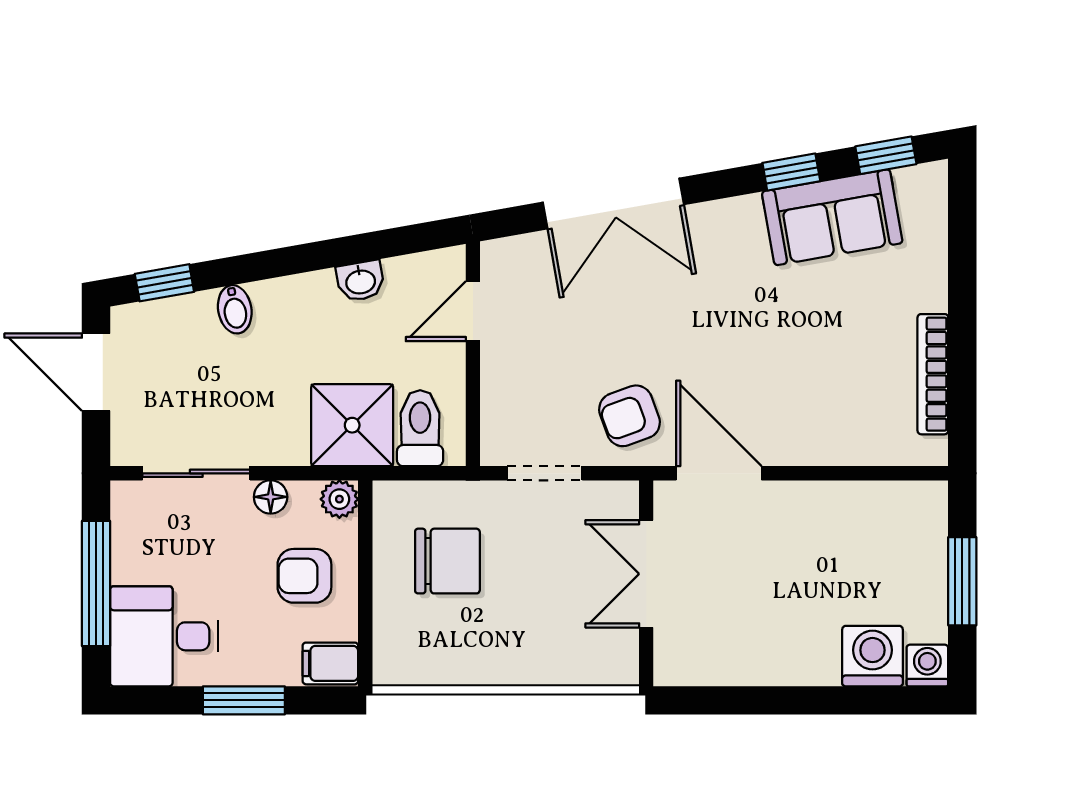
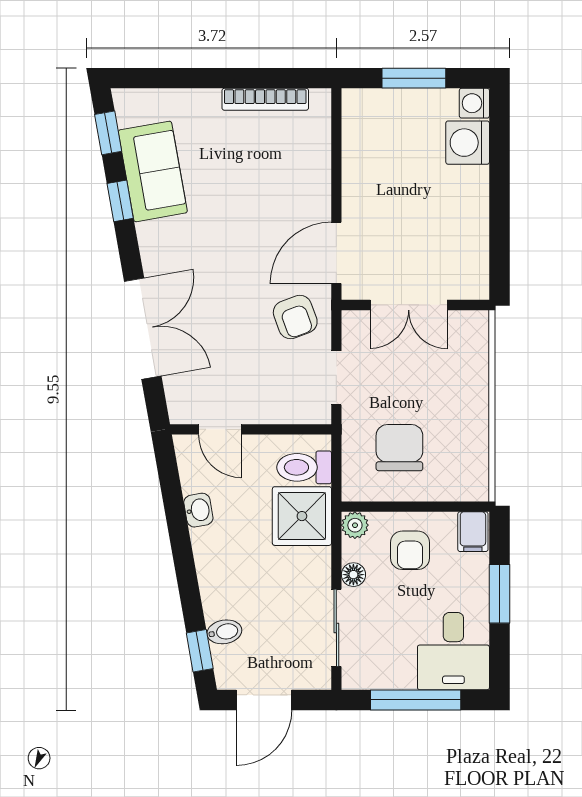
bidet: (235, 309) -> (224, 632), moved

